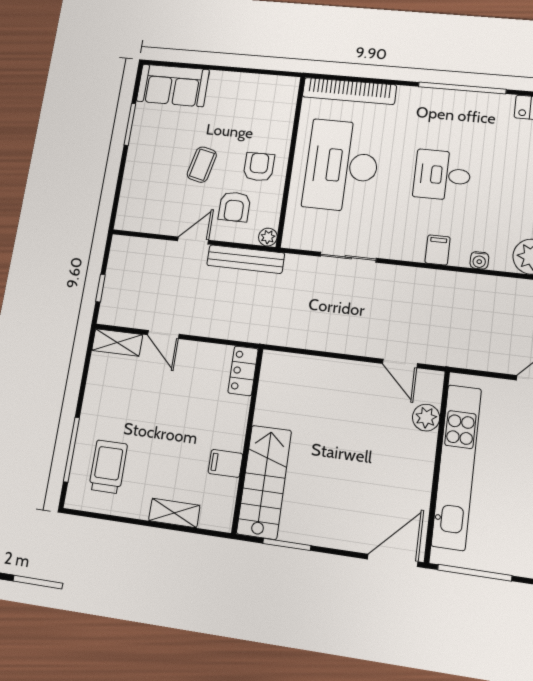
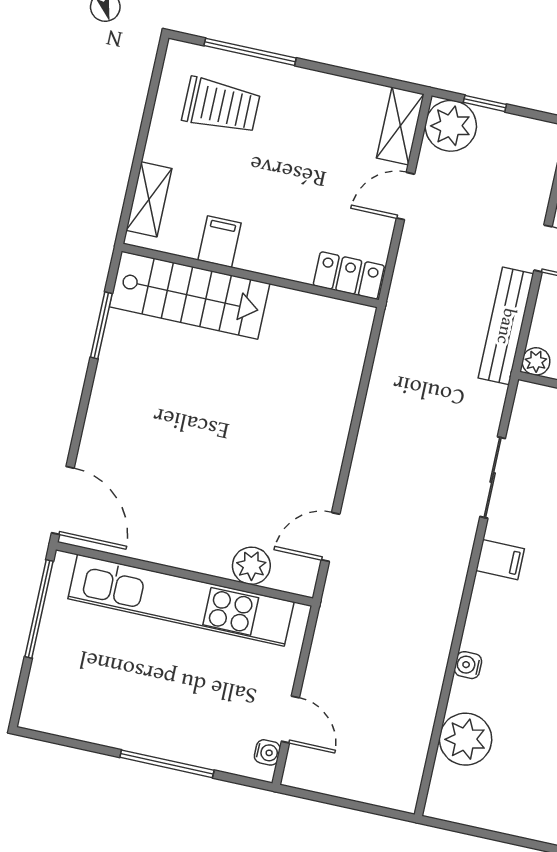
filing cabinet: (438, 250) -> (500, 560), moved
plant: (116, 309) -> (451, 126), added
locker: (243, 371) -> (349, 275), moved
wall: (247, 440) -> (250, 275), moved
filing cabinet: (225, 463) -> (220, 242), moved
stairs: (264, 482) -> (190, 295), moved
window: (287, 544) -> (101, 325), moved

